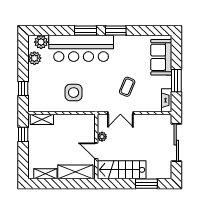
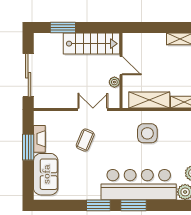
fireplace: (167, 100) -> (39, 139), moved
shelving: (75, 172) -> (149, 100), moved

